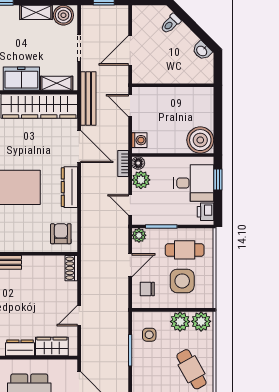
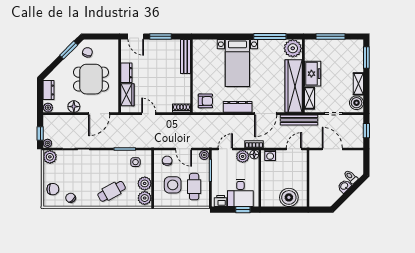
washbasin: (202, 51) -> (344, 186), moved
boiler: (200, 140) -> (289, 197), moved

